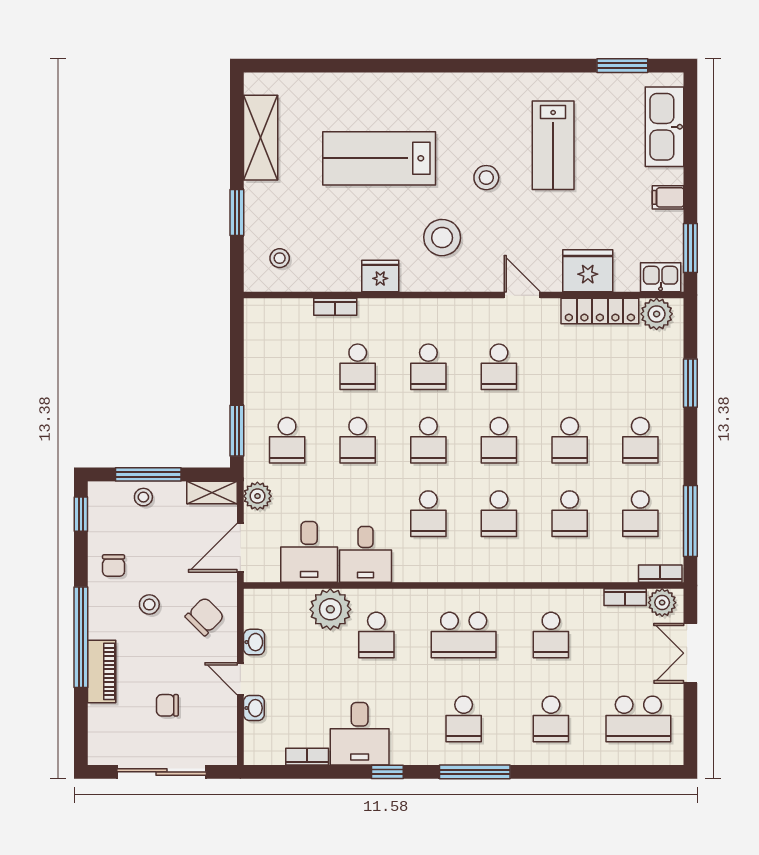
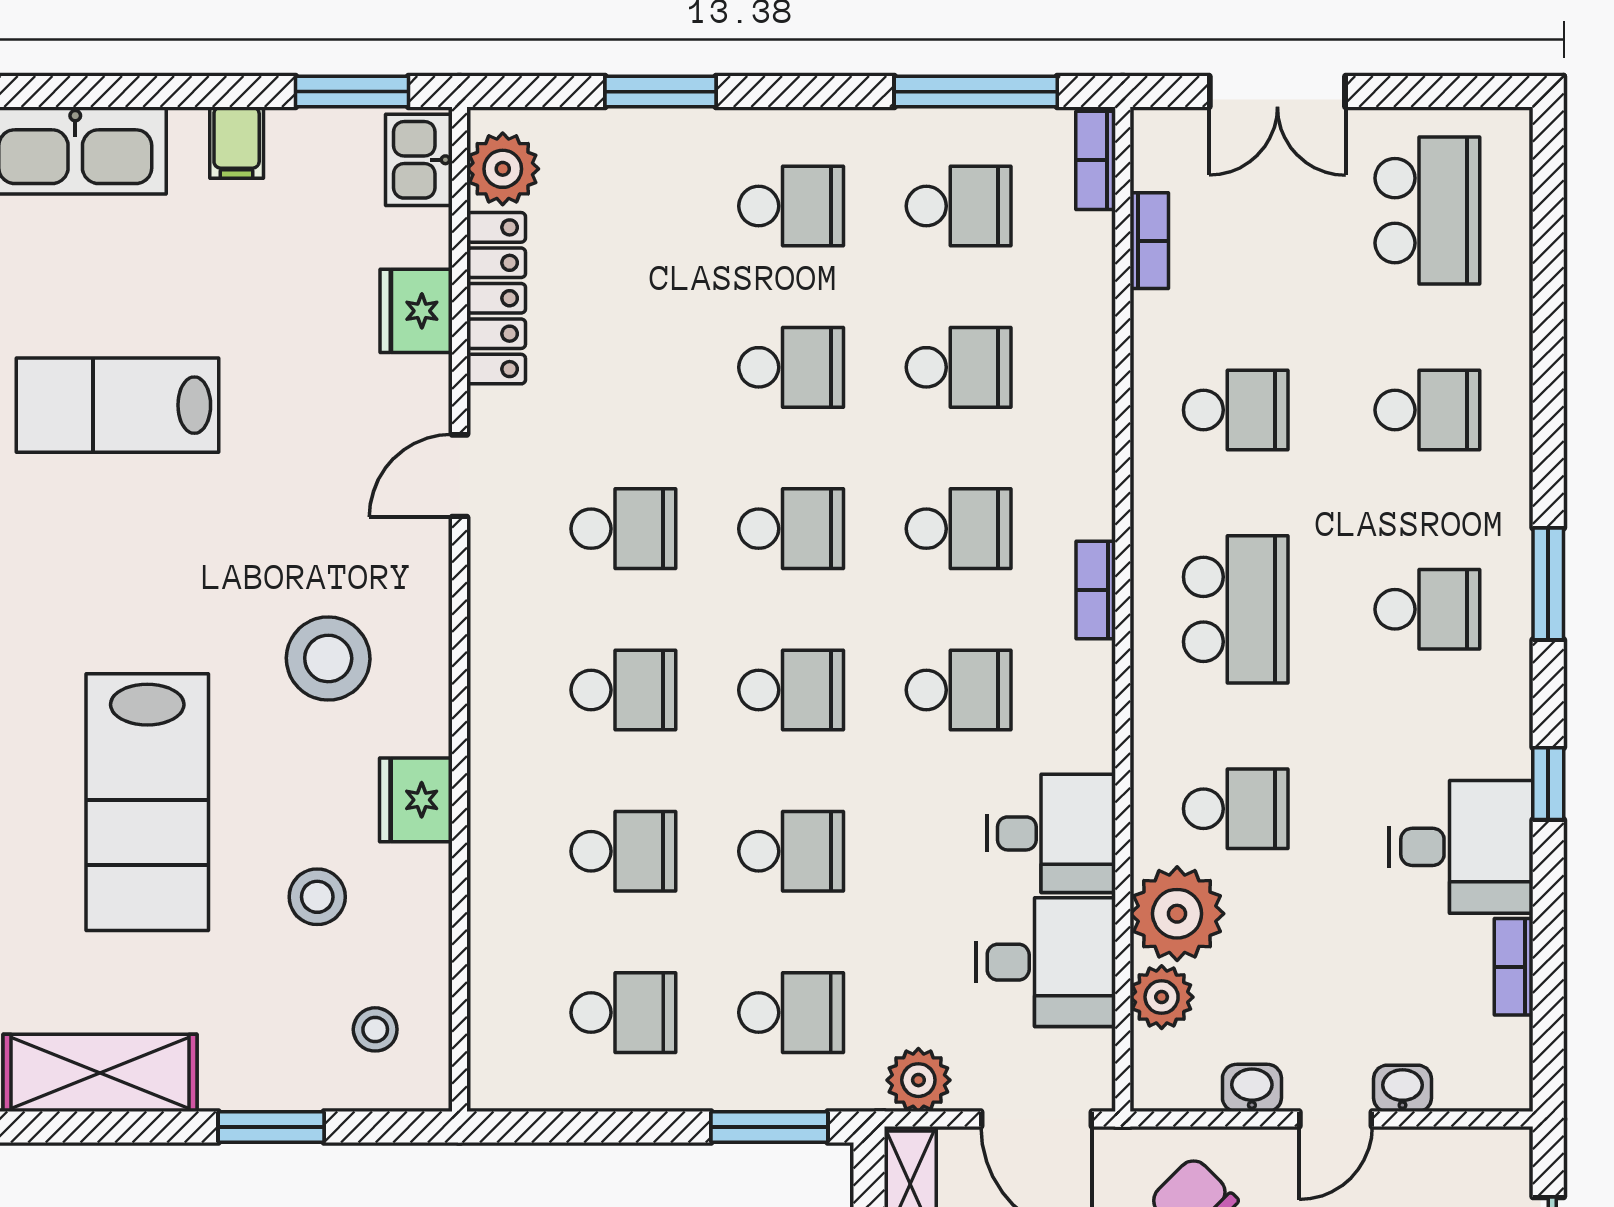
lab bench: (553, 145) -> (117, 405), turned 180
stool: (486, 178) -> (317, 897), moved
fridge: (588, 271) -> (416, 311), width x0.73, depth x0.75
bookcase: (335, 307) -> (1096, 590), moved, turned 180
school desk: (287, 367) -> (623, 1013), added
plant: (662, 603) -> (1162, 997), moved
window: (475, 772) -> (1548, 584), width x0.69

